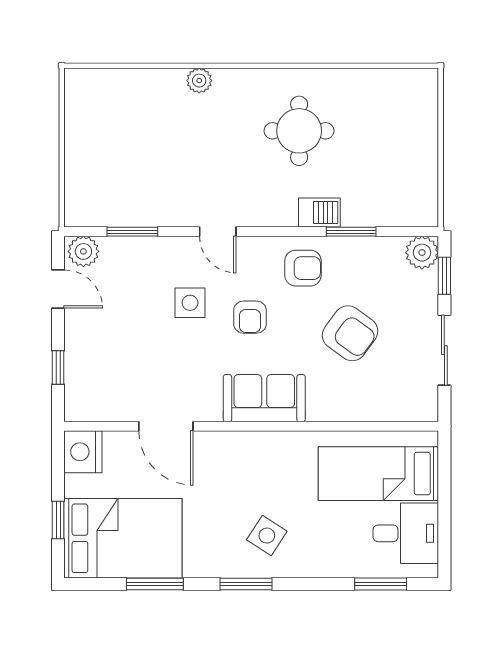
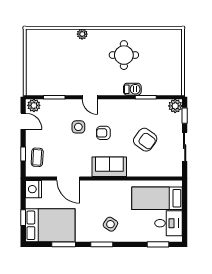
armchair: (303, 268) -> (126, 112), removed
armchair: (250, 317) -> (103, 133), turned 90
coffee table: (92, 376) -> (37, 157), added

